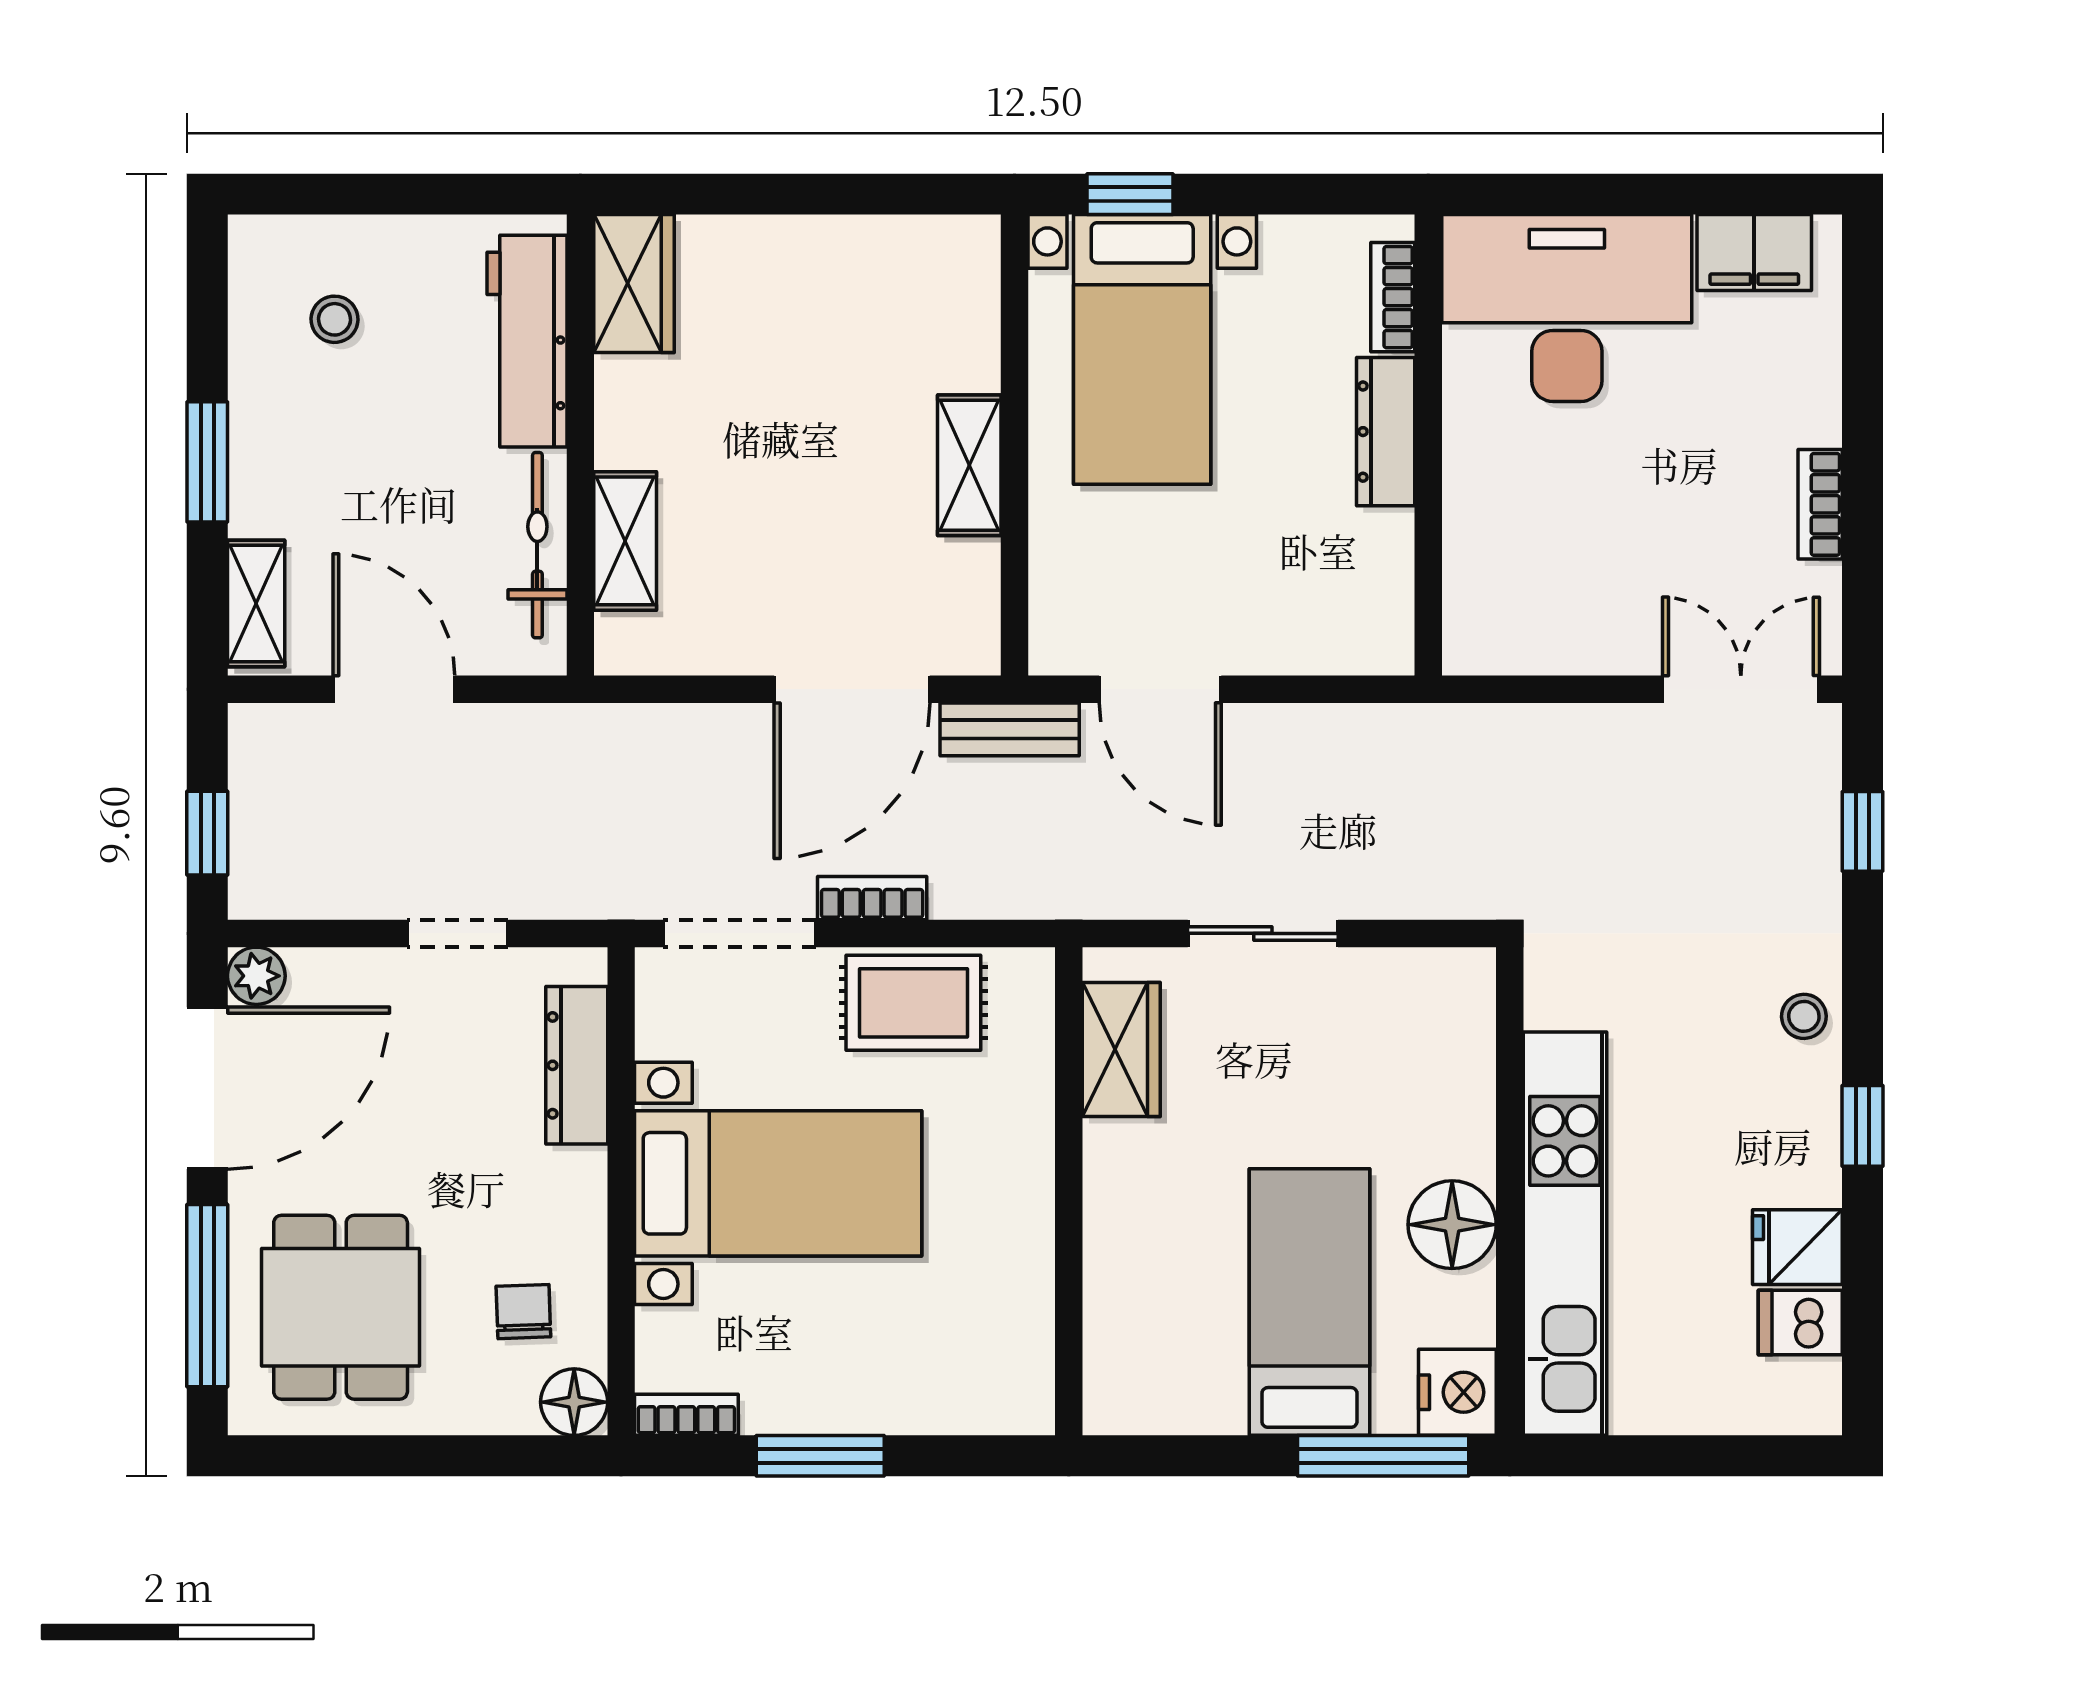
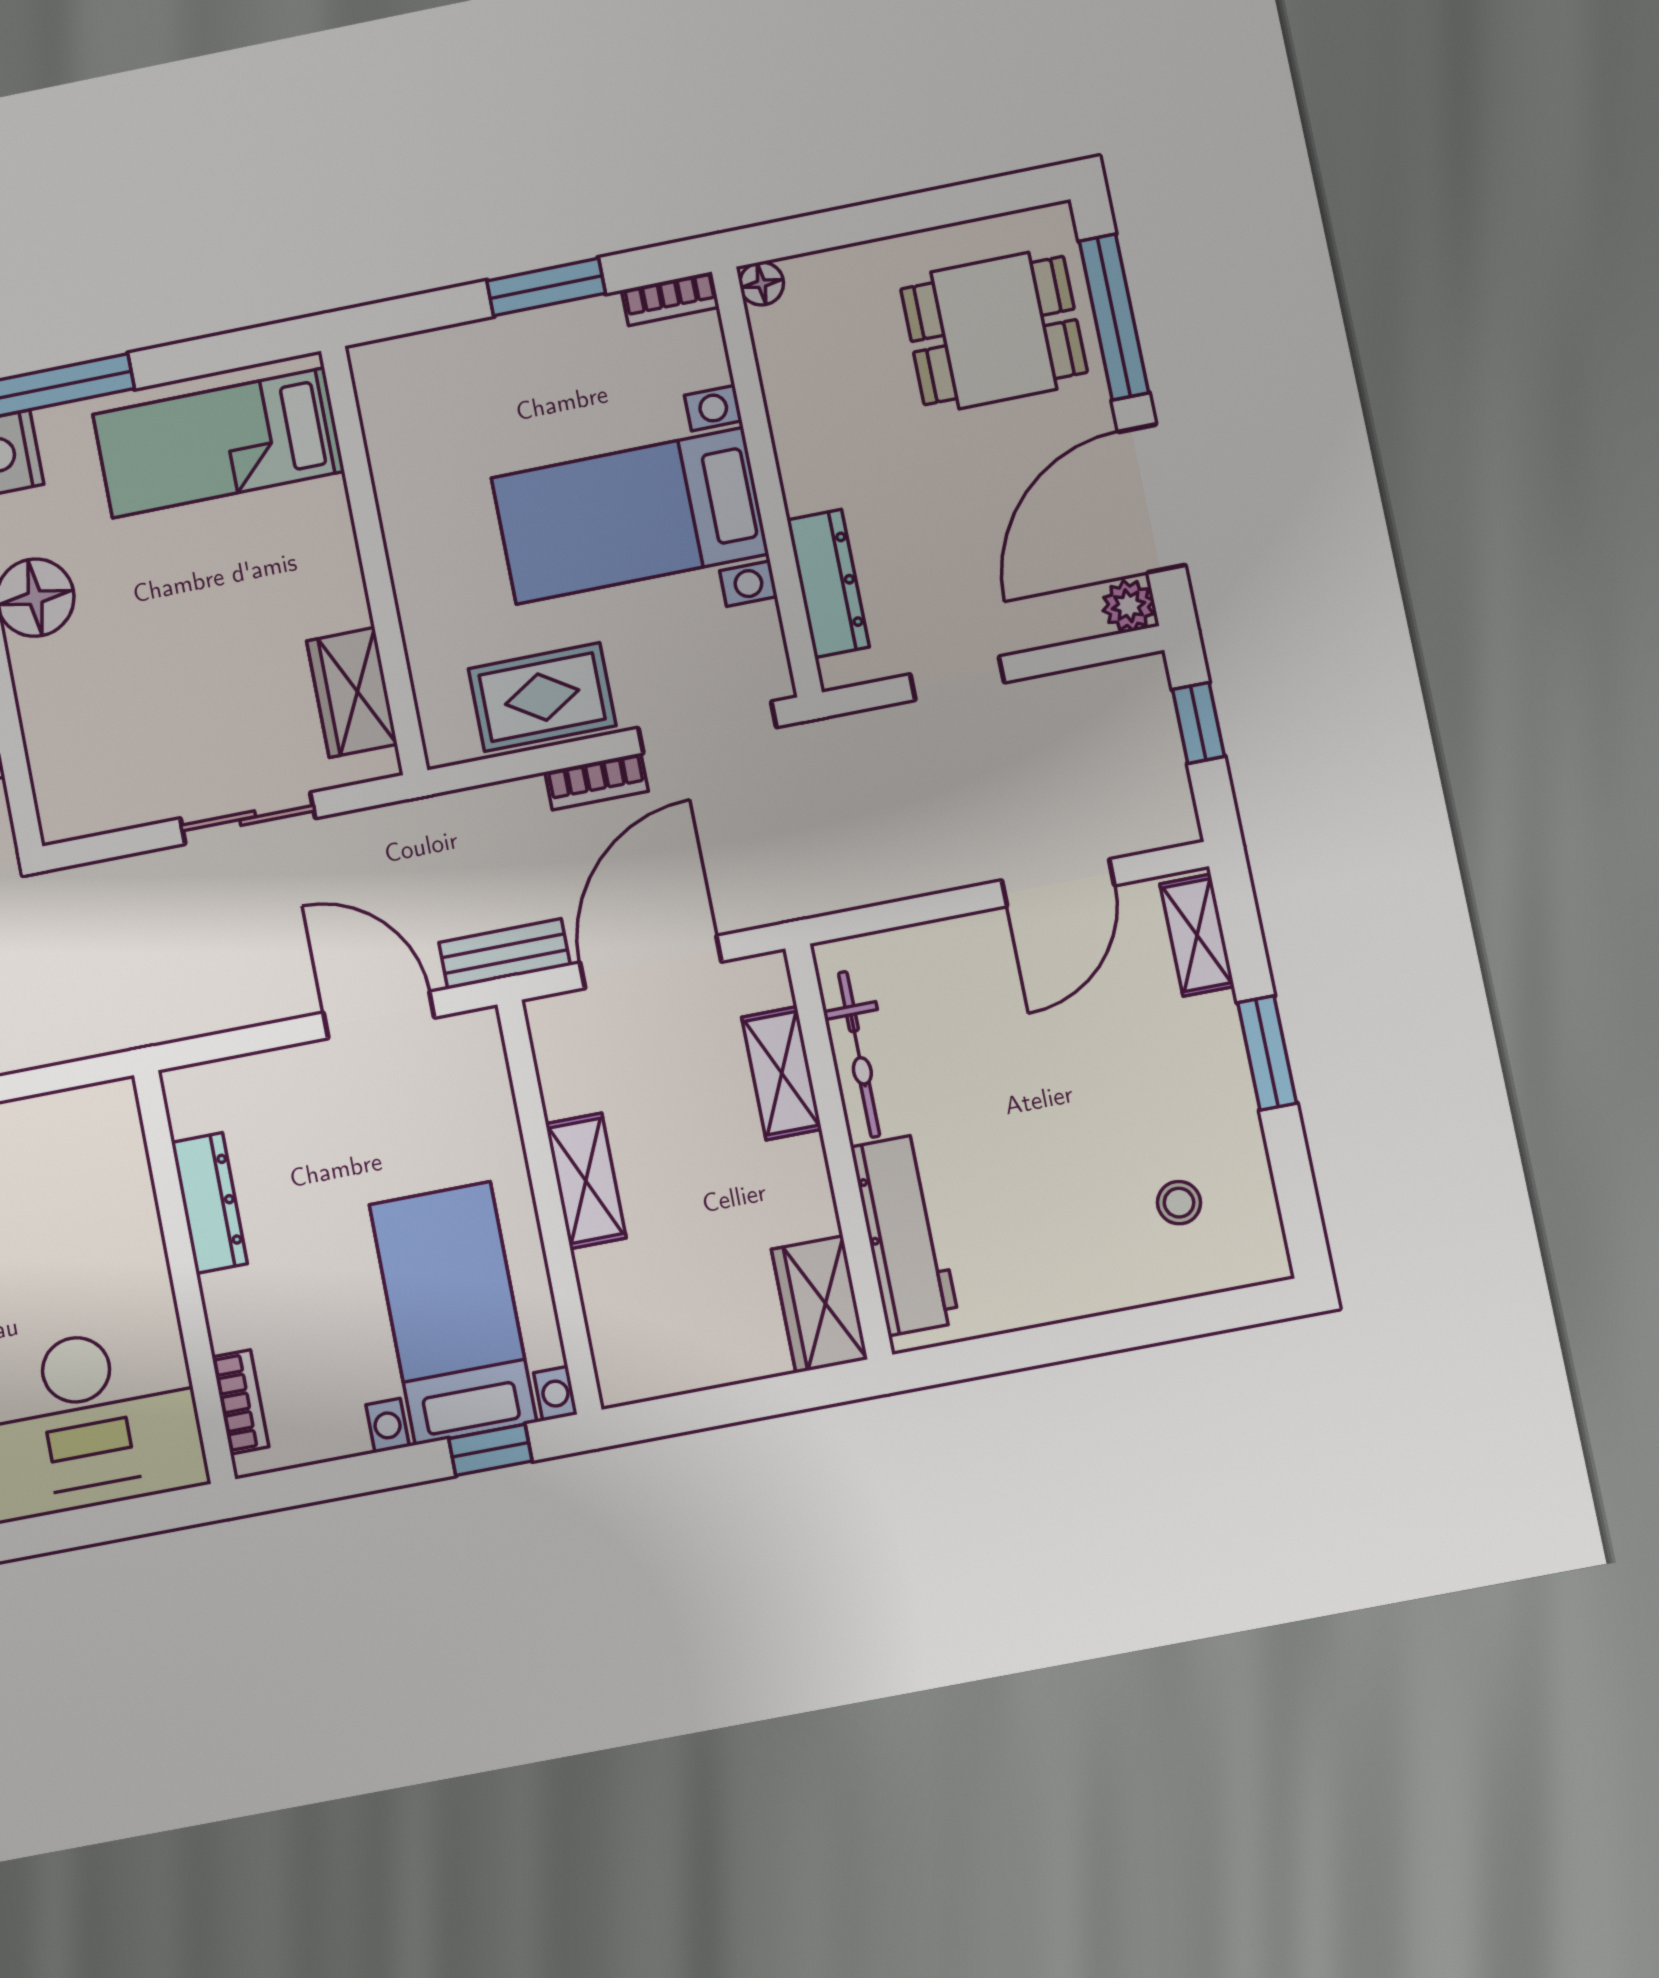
wardrobe: (634, 284) -> (820, 1304), moved
workbench: (527, 341) -> (905, 1235), moved
dresser: (1386, 432) -> (209, 1203), moved
wall: (580, 445) -> (839, 1151), moved
shelving: (625, 541) -> (782, 1073), moved
bicycle: (537, 545) -> (859, 1054), moved
door: (394, 689) -> (1058, 883), hinge flipped
bed: (1309, 1302) -> (218, 443), moved, turned 90
dining table: (341, 1307) -> (994, 331), turned 90
chair: (523, 1312) -> (832, 359), removed
floor lamp: (574, 1402) -> (762, 284), width x0.73, depth x0.73

